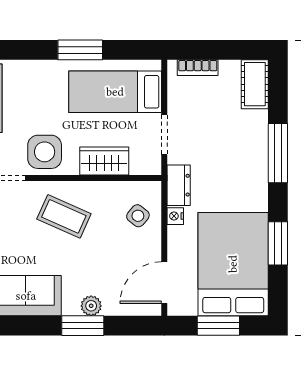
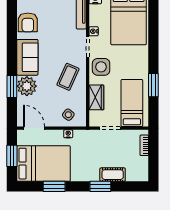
cot: (255, 84) -> (113, 175), moved
window: (278, 153) -> (100, 186), width x0.69
dresser: (179, 185) -> (84, 136), removed
plant: (91, 306) -> (27, 86), width x1.88, depth x1.88

